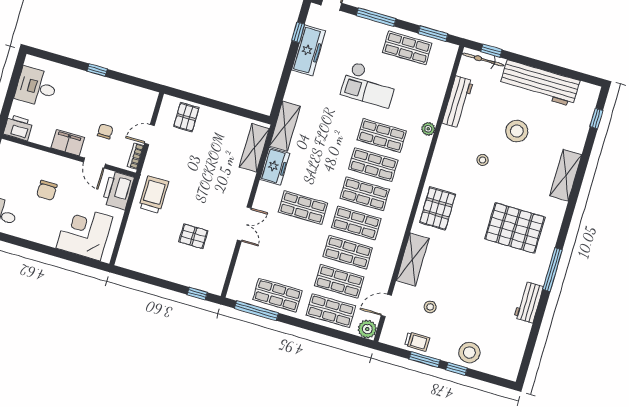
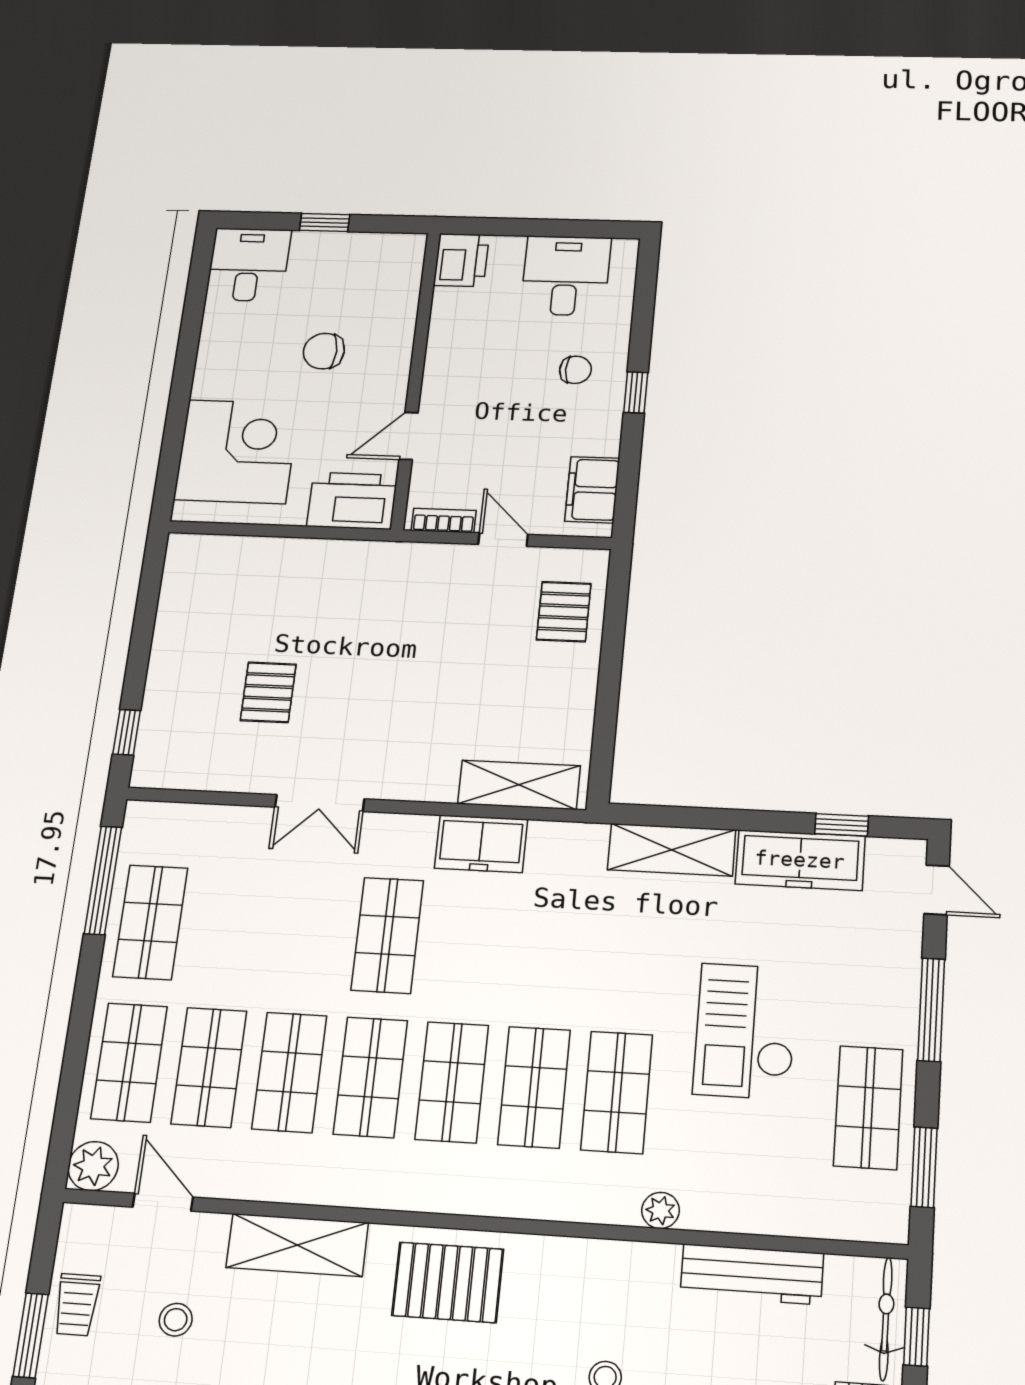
pallet: (186, 117) -> (564, 612), turned 90
shelving: (285, 126) -> (672, 850), moved
chair: (105, 131) -> (575, 370), moved
filing cabinet: (68, 143) -> (592, 490), moved, turned 180
trolley: (154, 194) -> (356, 581), removed

